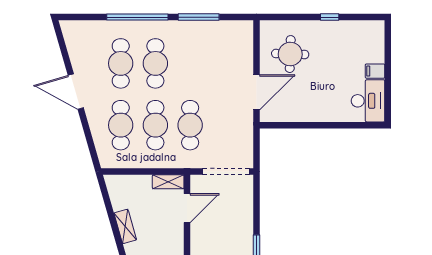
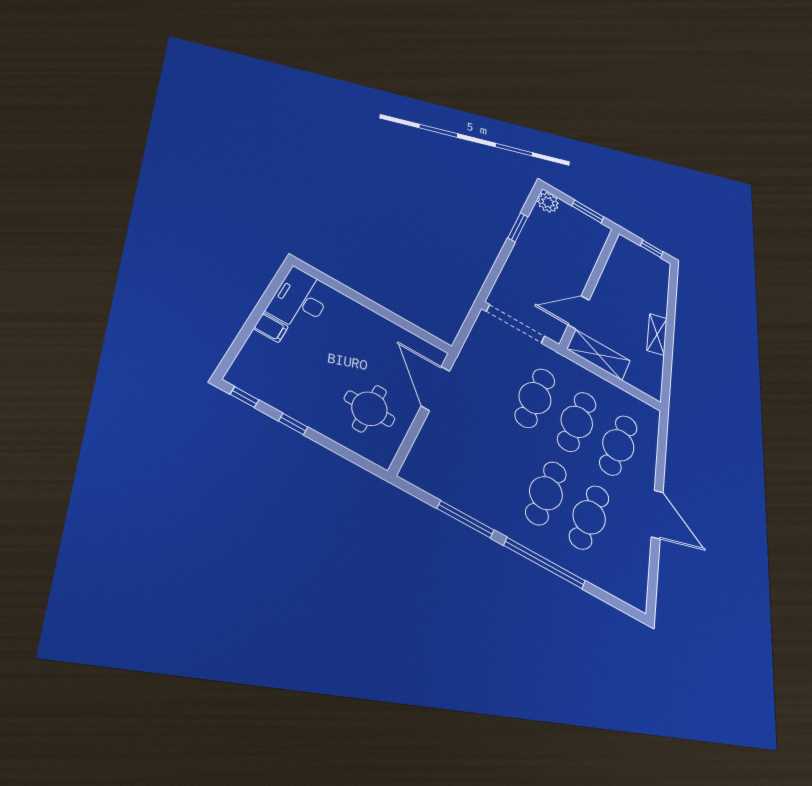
window: (366, 17) -> (245, 397), added
door: (257, 92) -> (435, 389), hinge flipped
shelving: (168, 182) -> (599, 355), width x1.50, depth x1.33

